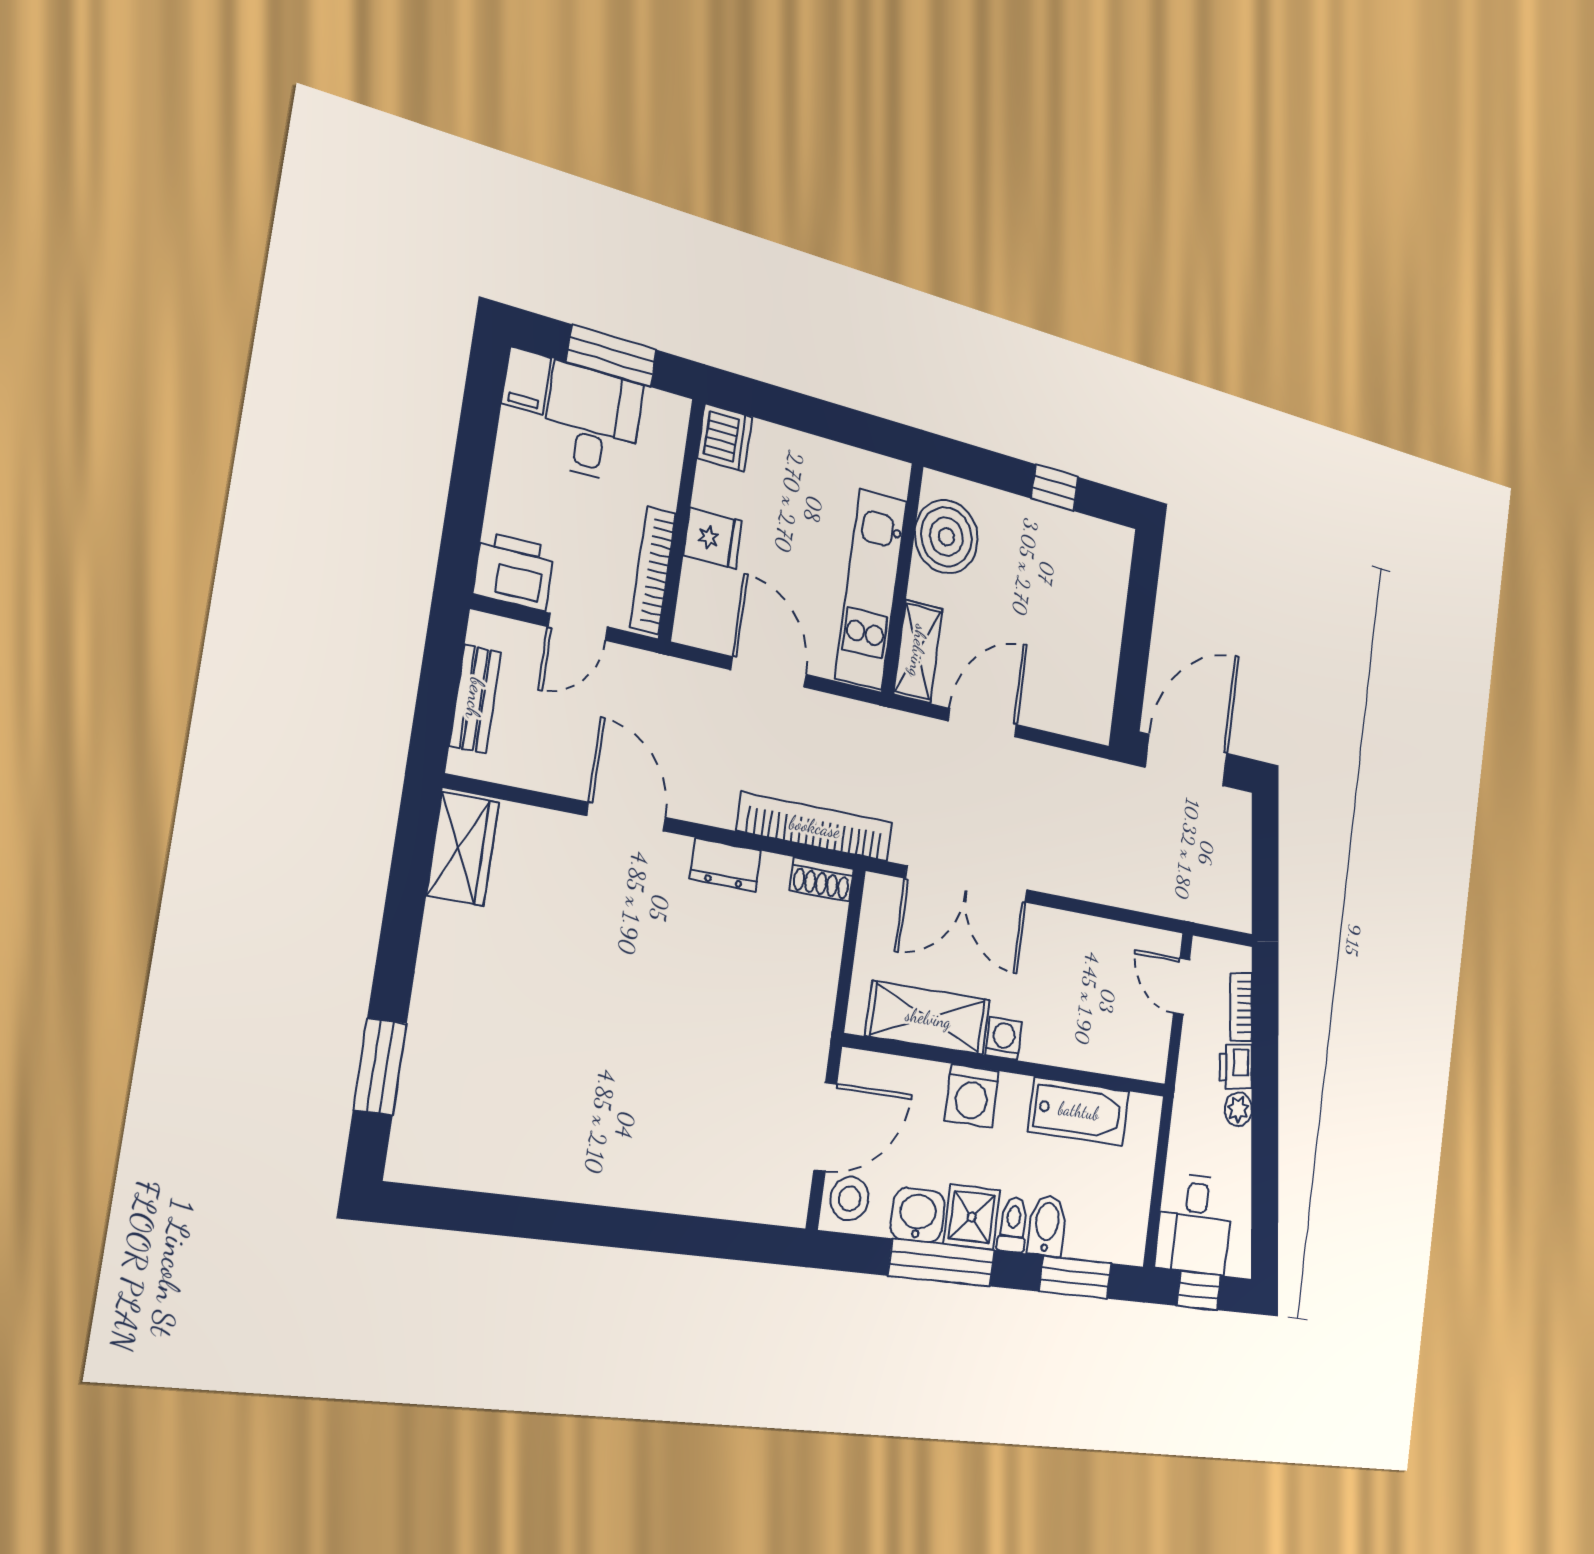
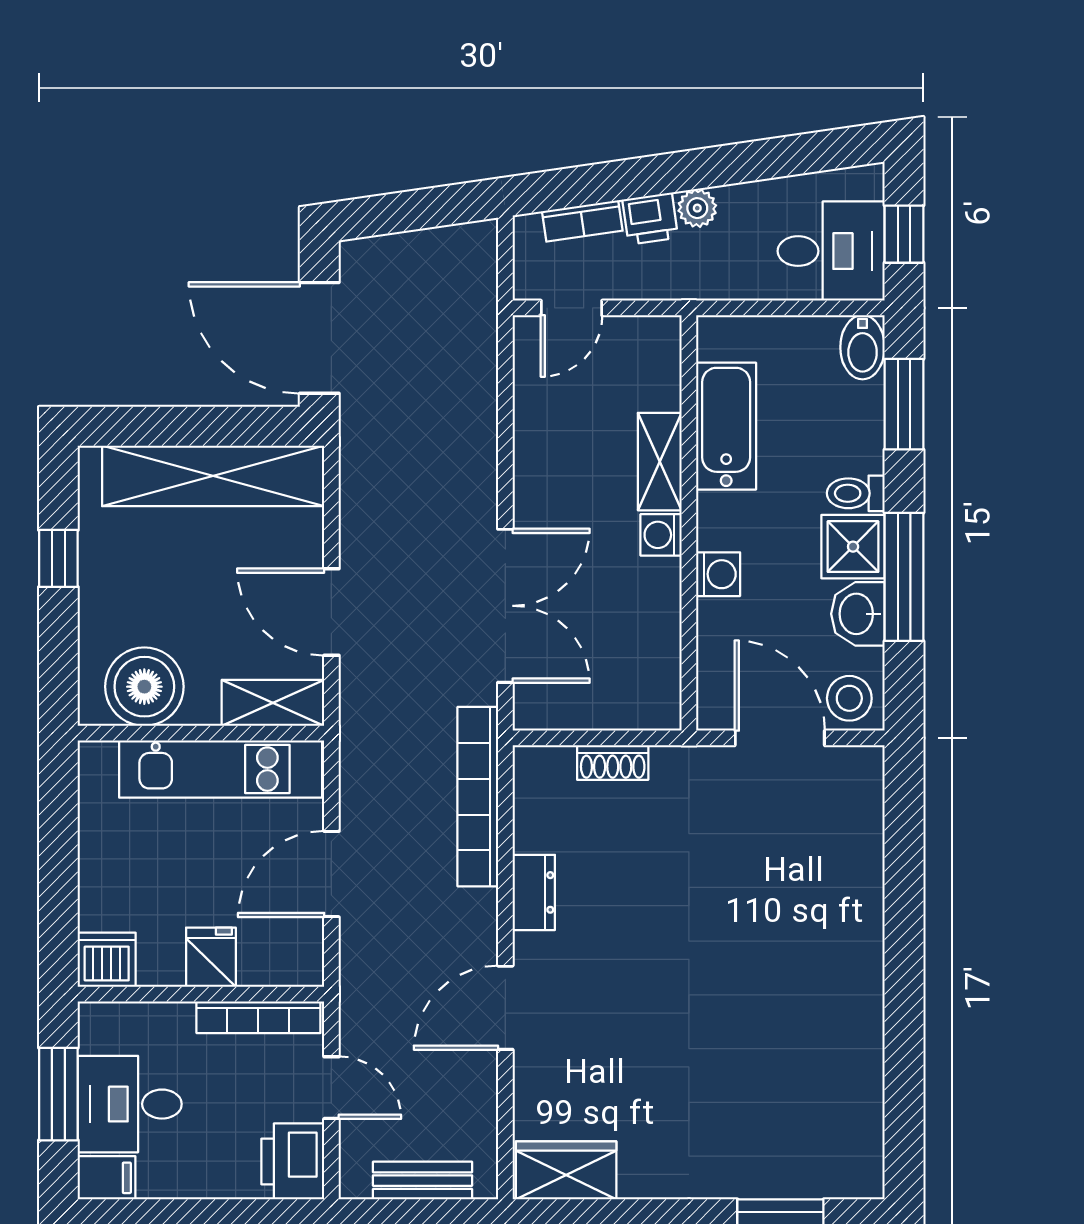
shelving: (1099, 642) -> (213, 476), added
shoe rack: (822, 879) -> (613, 763), moved, turned 90
shelving: (928, 1018) -> (660, 462), moved, width x0.67, depth x0.75
washing machine: (972, 1096) -> (718, 574), width x0.73, depth x0.73
bidet: (1047, 1226) -> (863, 347), moved, turned -90

